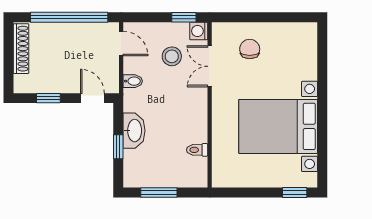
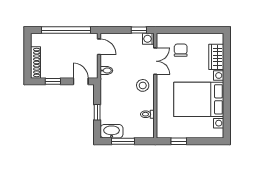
shoe rack: (21, 49) -> (35, 62), moved
stool: (172, 56) -> (143, 85), moved
wardrobe: (306, 60) -> (216, 57), added
double door: (210, 66) -> (155, 61), swing flipped
washbasin: (134, 131) -> (112, 131), moved, turned -90
window: (295, 192) -> (179, 141), moved

